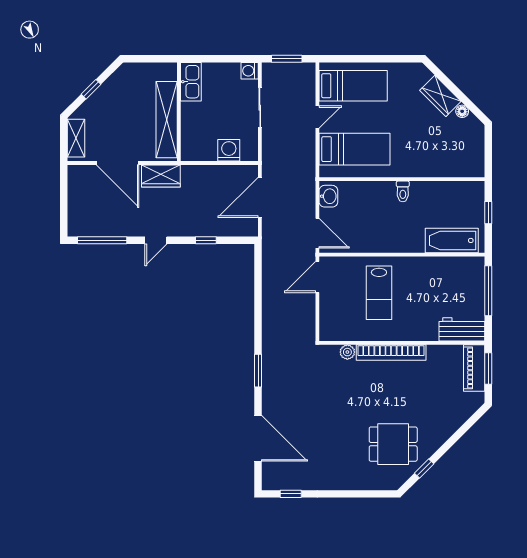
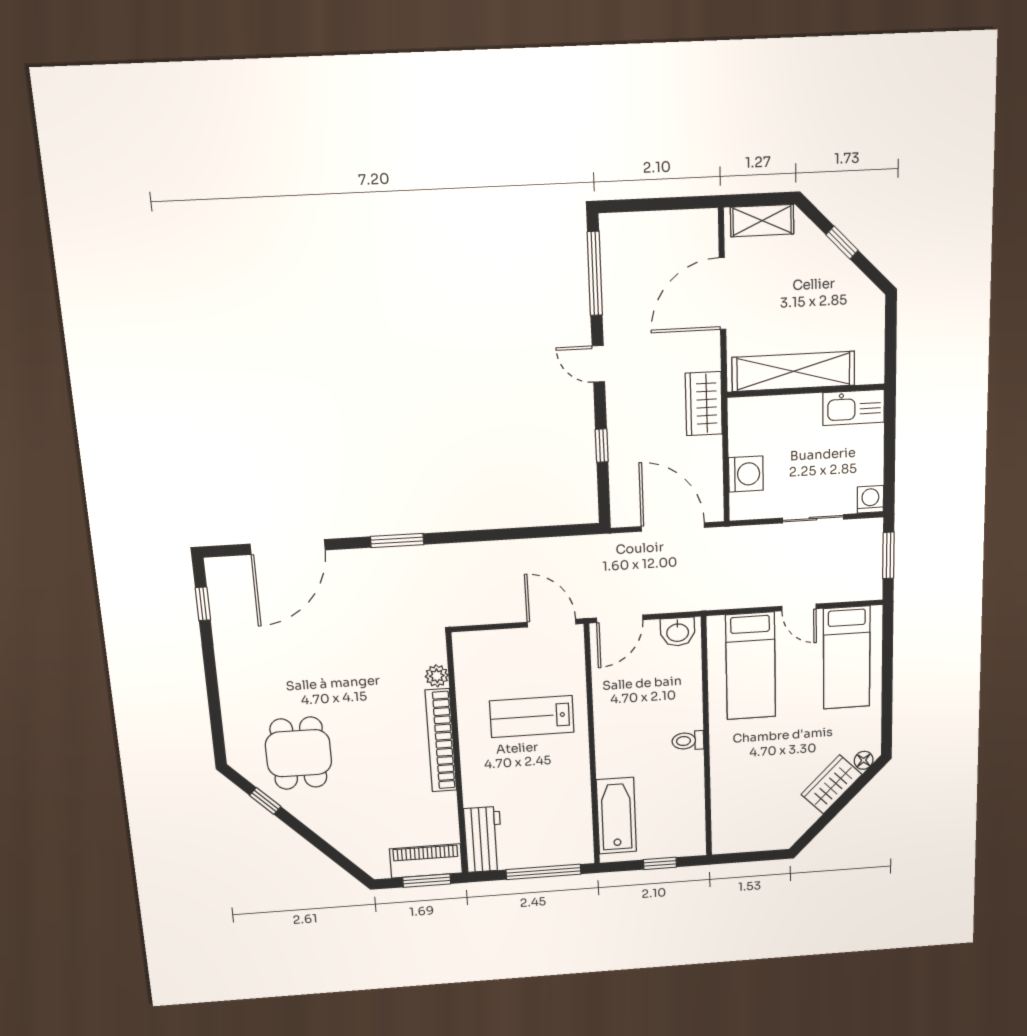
floor lamp: (462, 111) -> (864, 760), moved
wardrobe: (161, 176) -> (704, 404), moved

